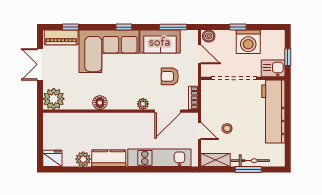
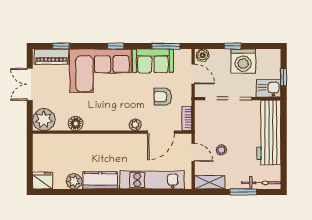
floor lamp: (100, 103) -> (76, 123), moved
bicycle: (250, 161) -> (261, 183), moved

